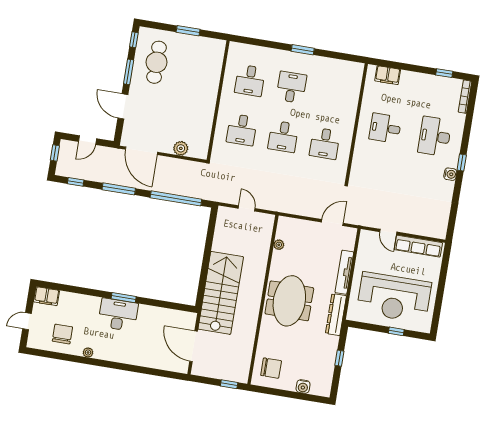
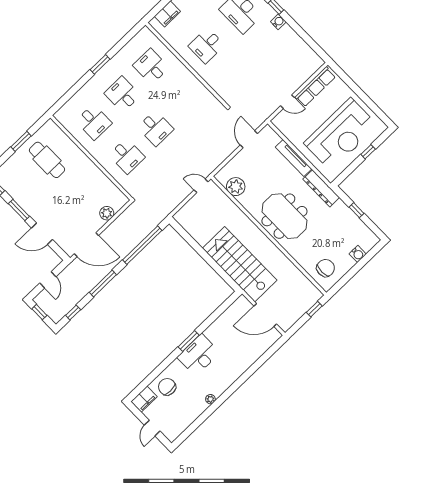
cafe table: (157, 62) -> (47, 160), moved
desk: (325, 143) -> (151, 66), moved, turned 180
door: (247, 208) -> (201, 186), moved
plant: (279, 245) -> (236, 187), width x1.87, depth x1.87
chair: (62, 334) -> (167, 387), moved

